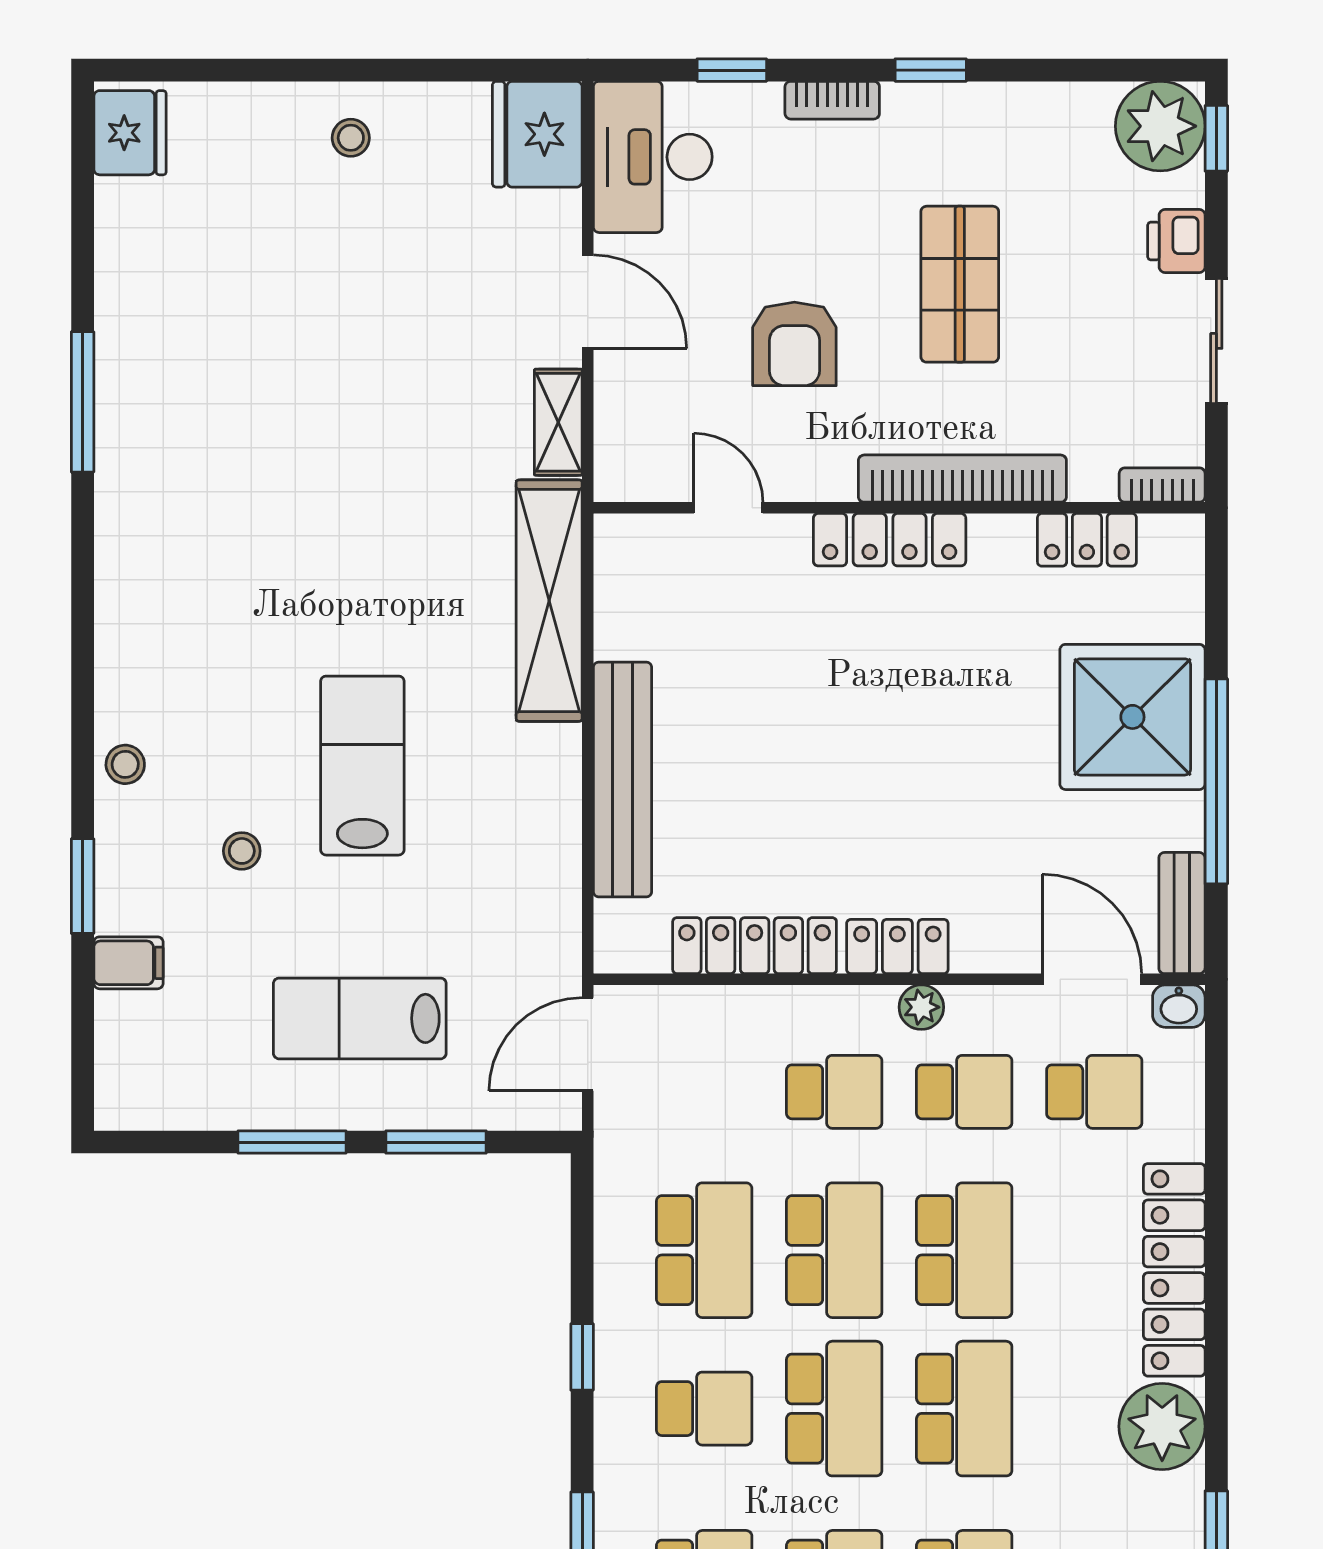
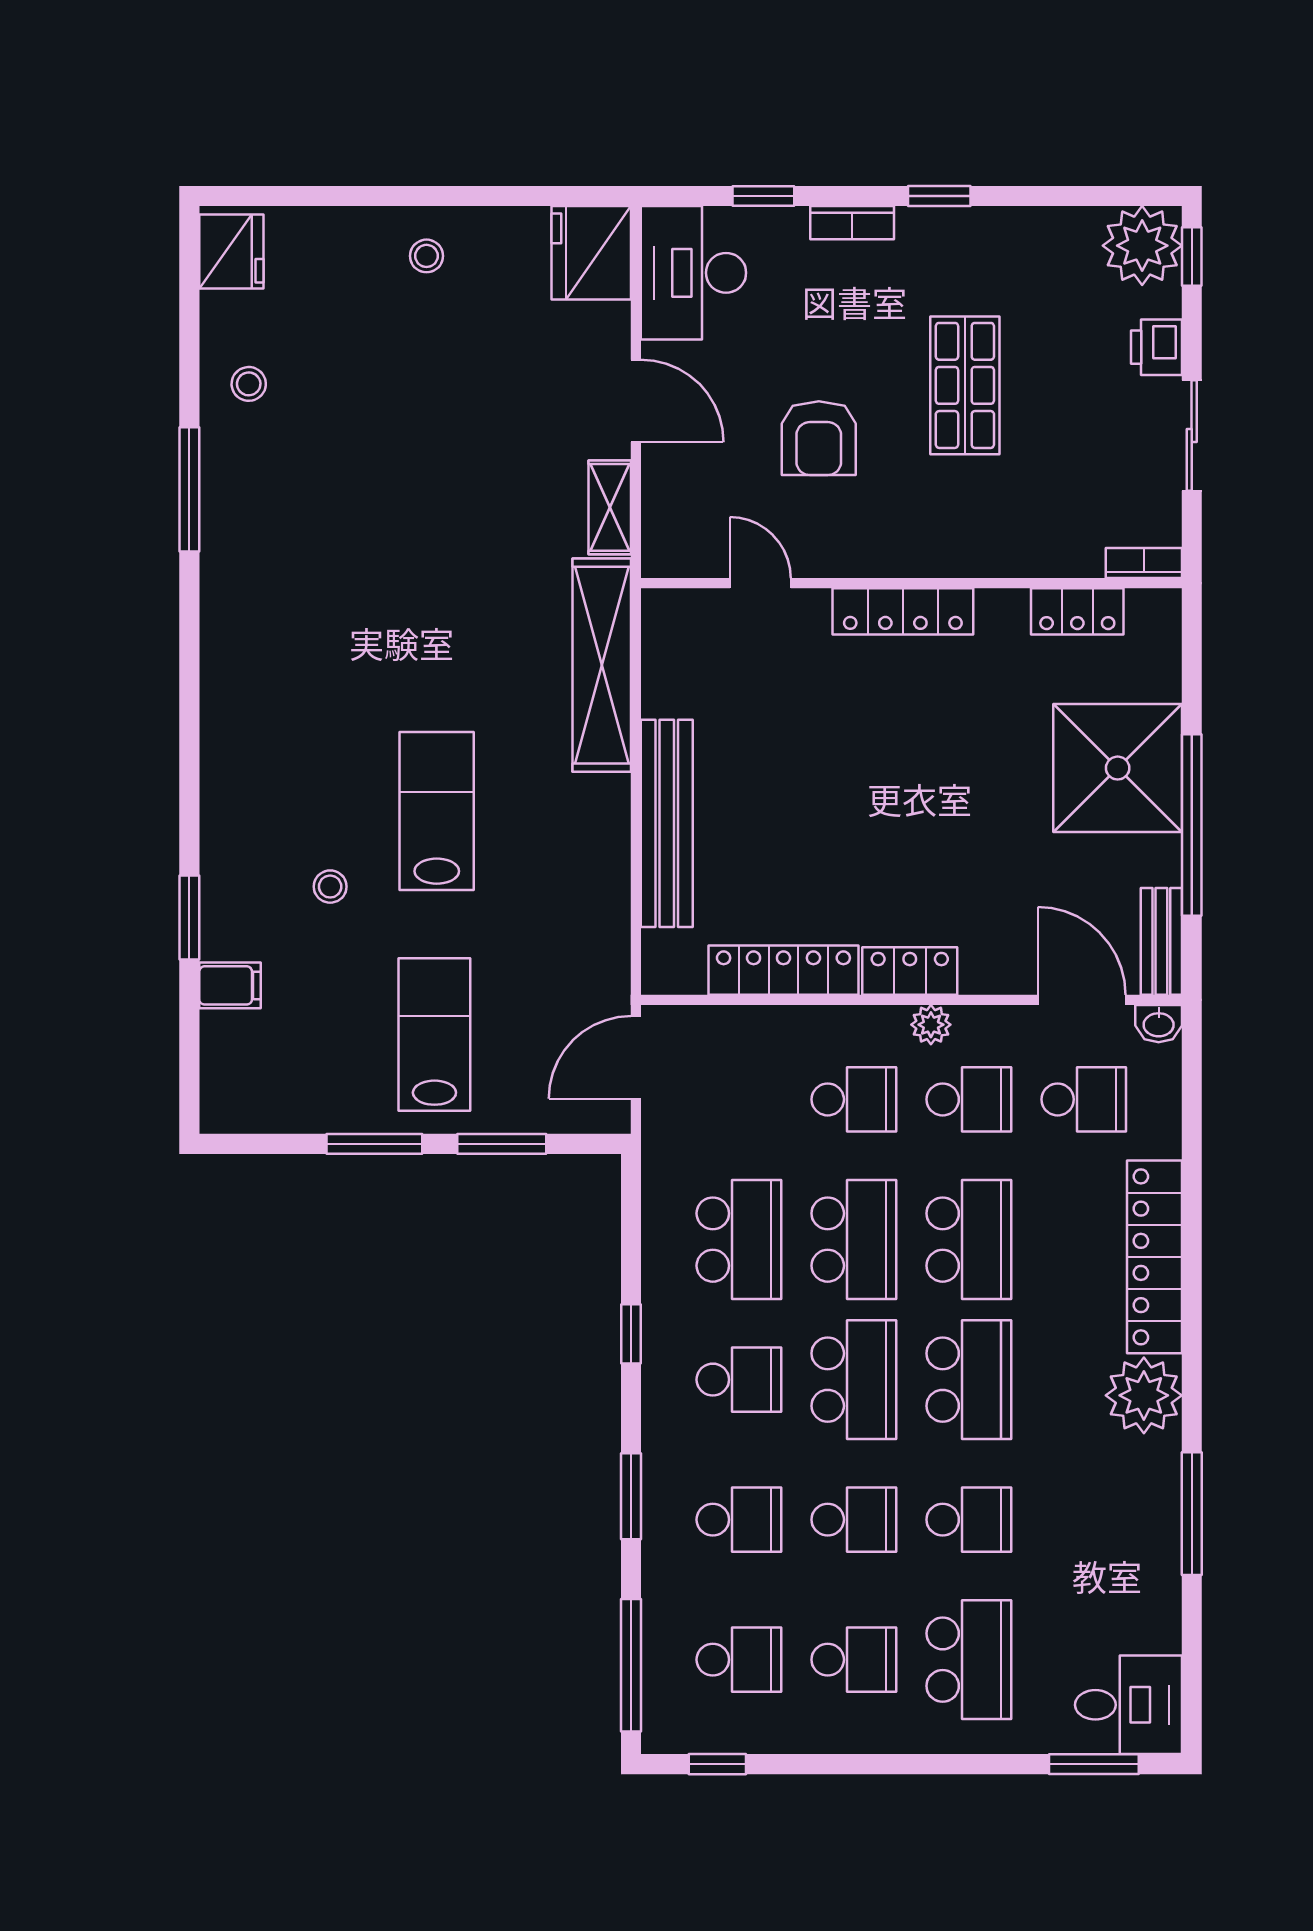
bookcase: (962, 479) -> (967, 557), removed
stool: (125, 764) -> (249, 384), moved
lab bench: (360, 1018) -> (434, 1035), turned 90

